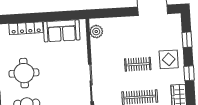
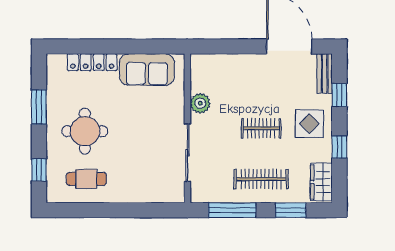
bench: (177, 26) -> (325, 74), added
plant: (96, 32) -> (200, 103), moved

